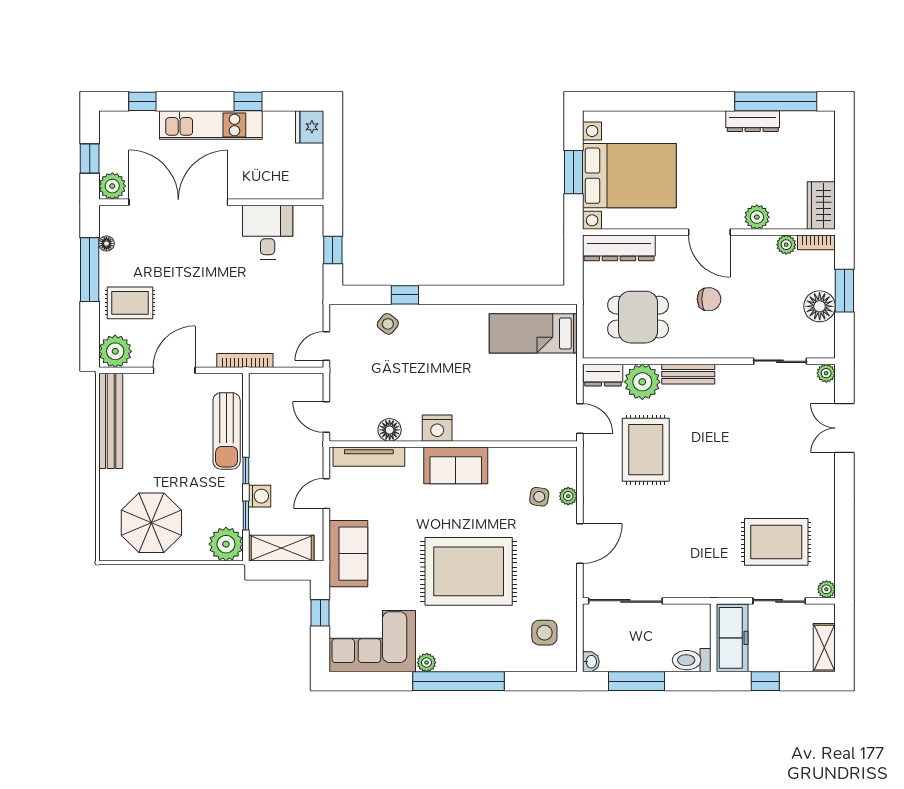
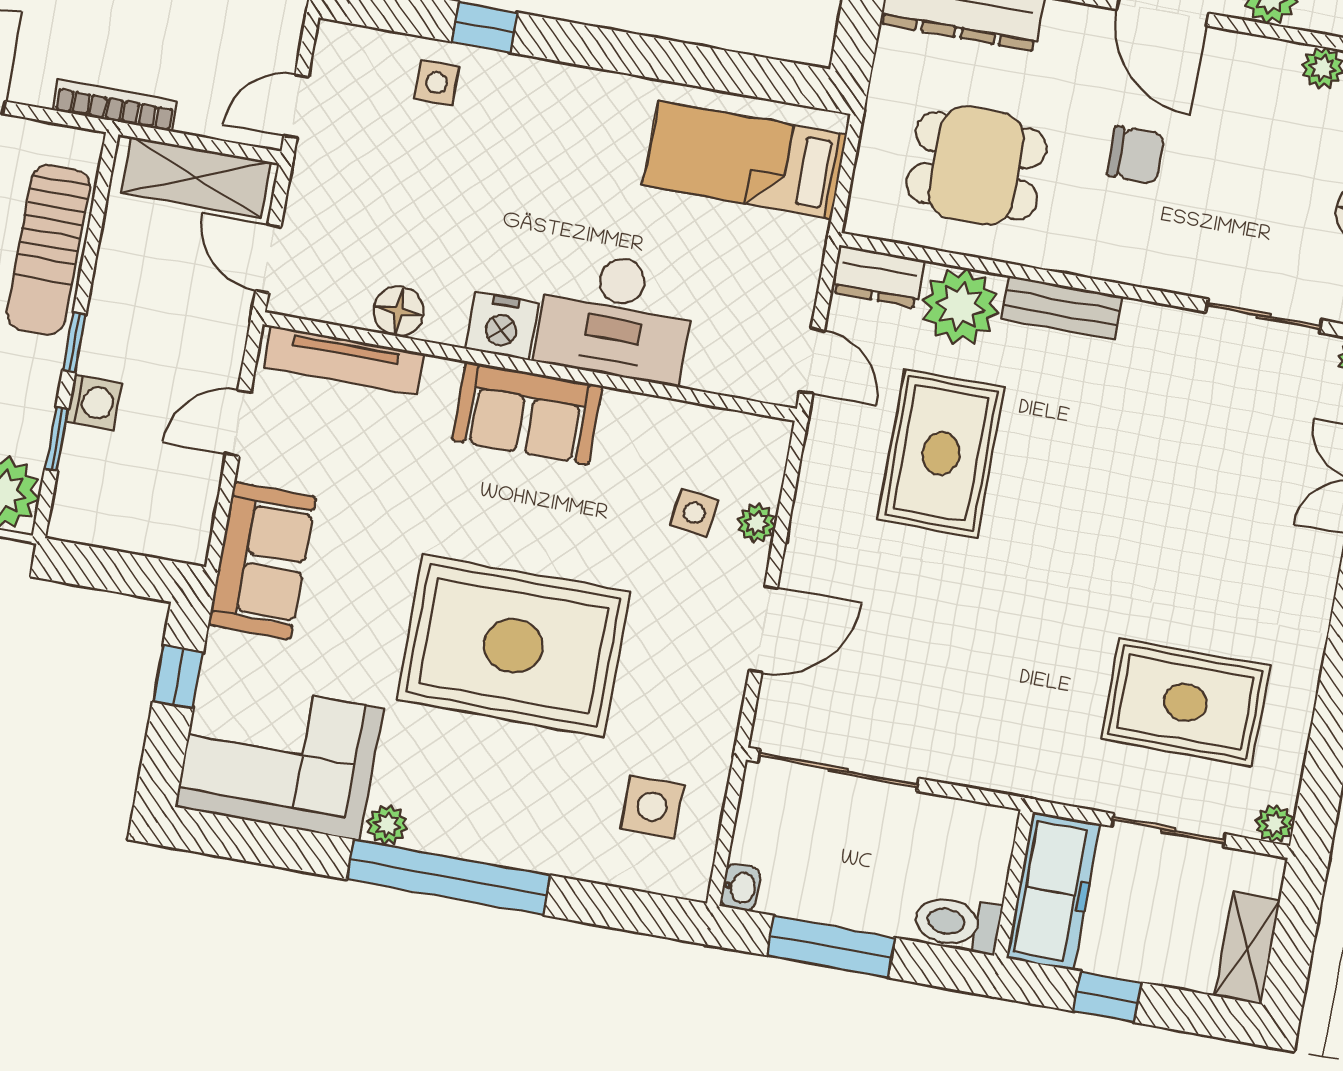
side table: (388, 324) -> (436, 83), turned -38
desk: (488, 415) -> (616, 317), added
shelving: (281, 548) -> (196, 177), moved

